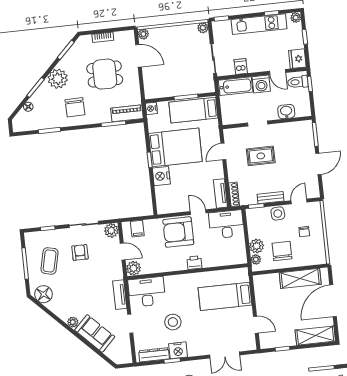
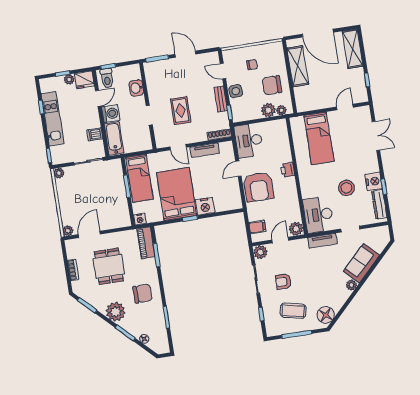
plant: (296, 18) -> (69, 79), moved
tv unit: (220, 193) -> (205, 150), moved

